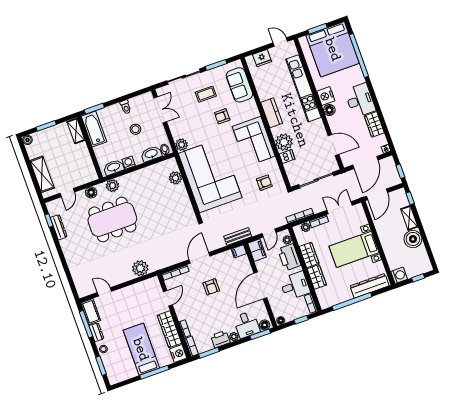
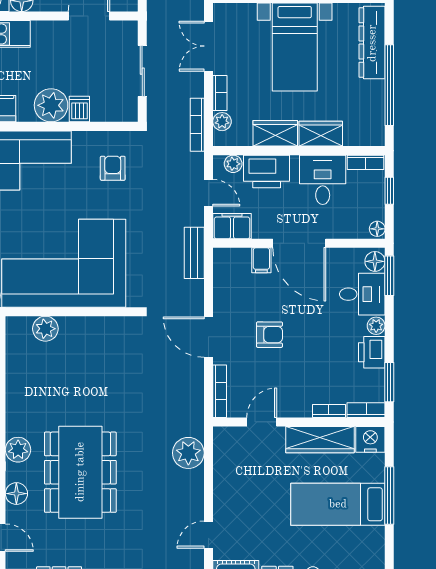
sliding door: (316, 180) -> (142, 71), width x0.73
filing cabinet: (239, 251) -> (261, 260), moved
door: (168, 298) -> (262, 422), hinge flipped

